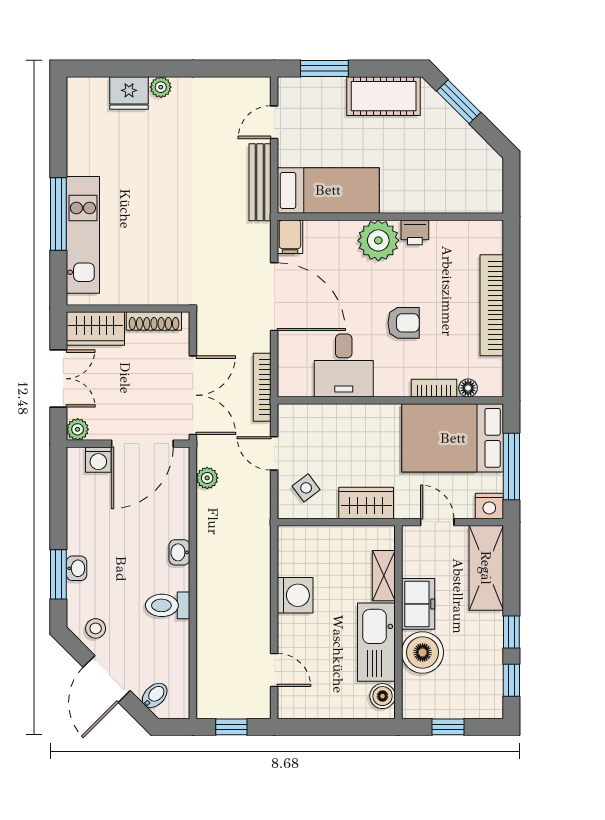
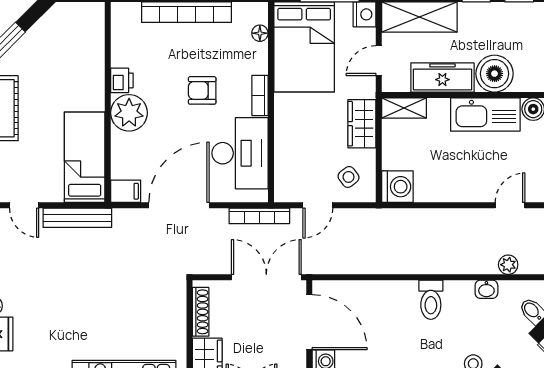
armchair: (404, 323) -> (202, 90), turned -90
desk: (344, 366) -> (240, 153), width x1.37
bookcase: (434, 388) -> (260, 95), moved
plant: (207, 478) -> (508, 265), moved
washbasin: (179, 552) -> (486, 289), moved
shelving: (384, 576) -> (404, 108), moved
washing machine: (295, 595) -> (397, 187), moved, turned 90
freezer: (418, 604) -> (442, 77), width x1.40
toilet: (168, 605) -> (431, 300), moved

